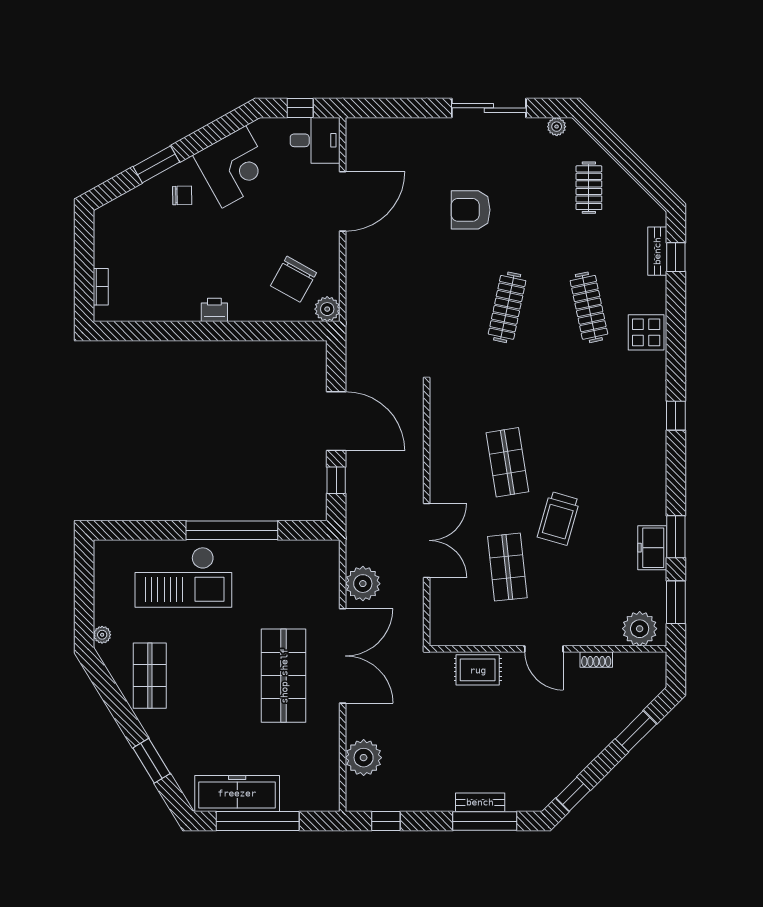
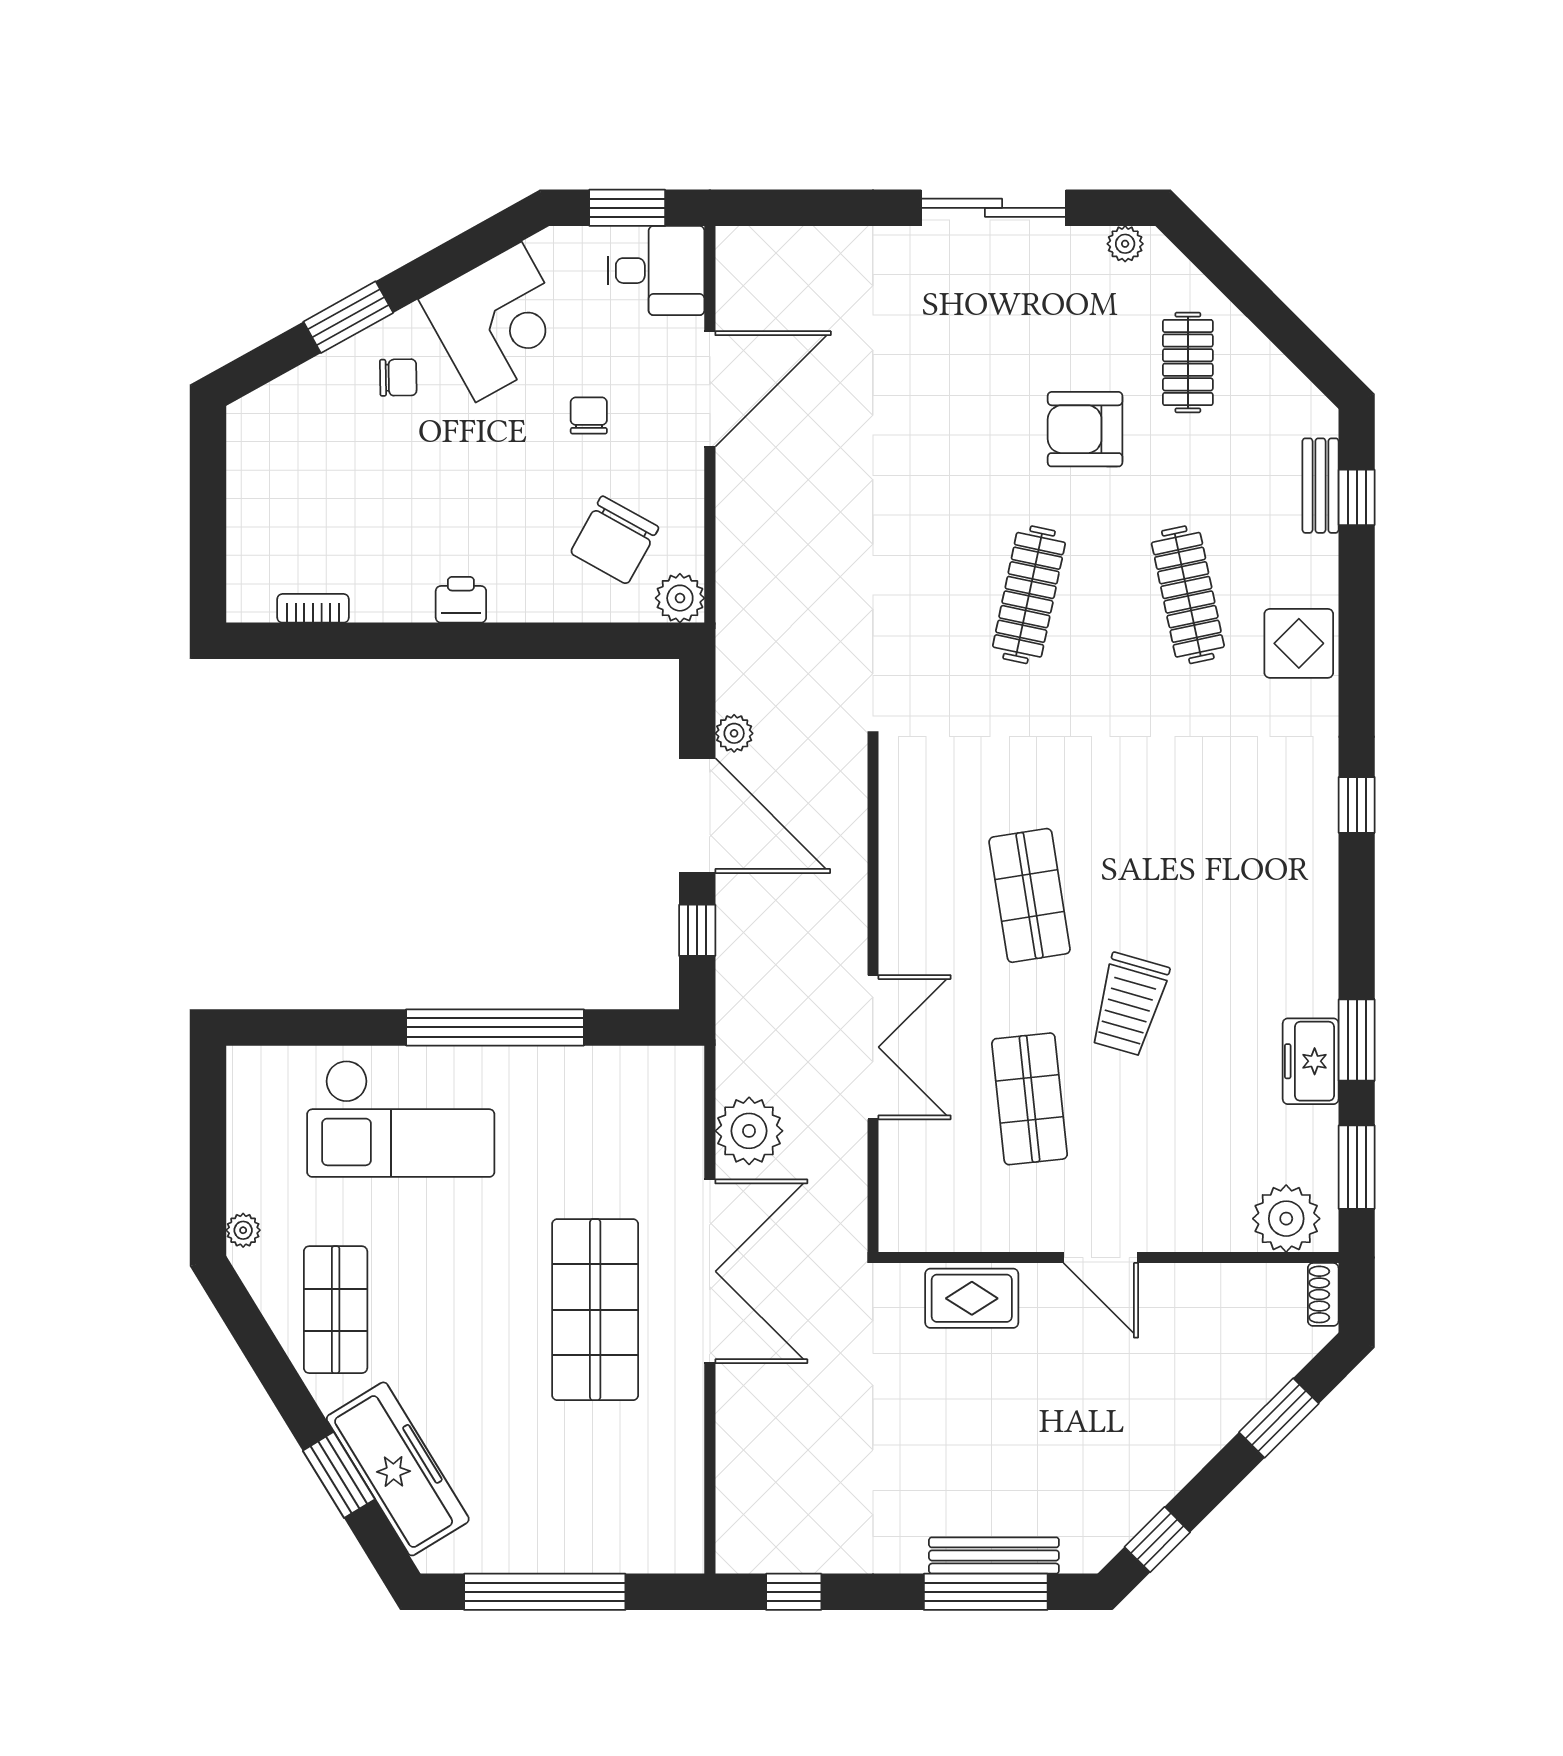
window: (300, 108) -> (627, 208), width x1.50
armchair: (471, 210) -> (1085, 429), moved
chair: (280, 215) -> (589, 415), added
bookcase: (101, 287) -> (313, 608), moved, turned -90
shoe rack: (596, 659) -> (1323, 1294), moved, turned 90
plant: (364, 758) -> (734, 733), moved, width x0.53, depth x0.53
freezer: (237, 793) -> (398, 1469), moved, turned 59
bench: (480, 802) -> (994, 1555), width x1.36

